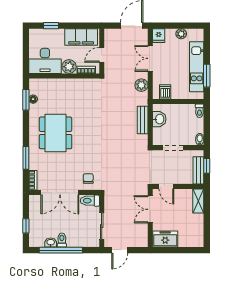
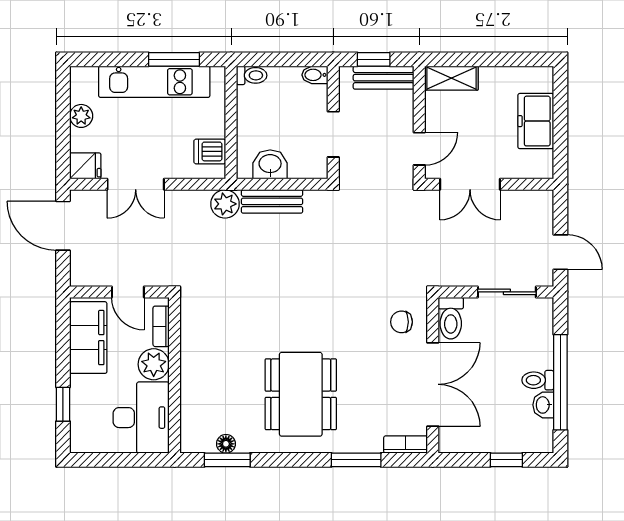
plant: (141, 85) -> (225, 204), moved
dining table: (55, 133) -> (301, 394), turned 90
freezer: (165, 239) -> (536, 121), moved

